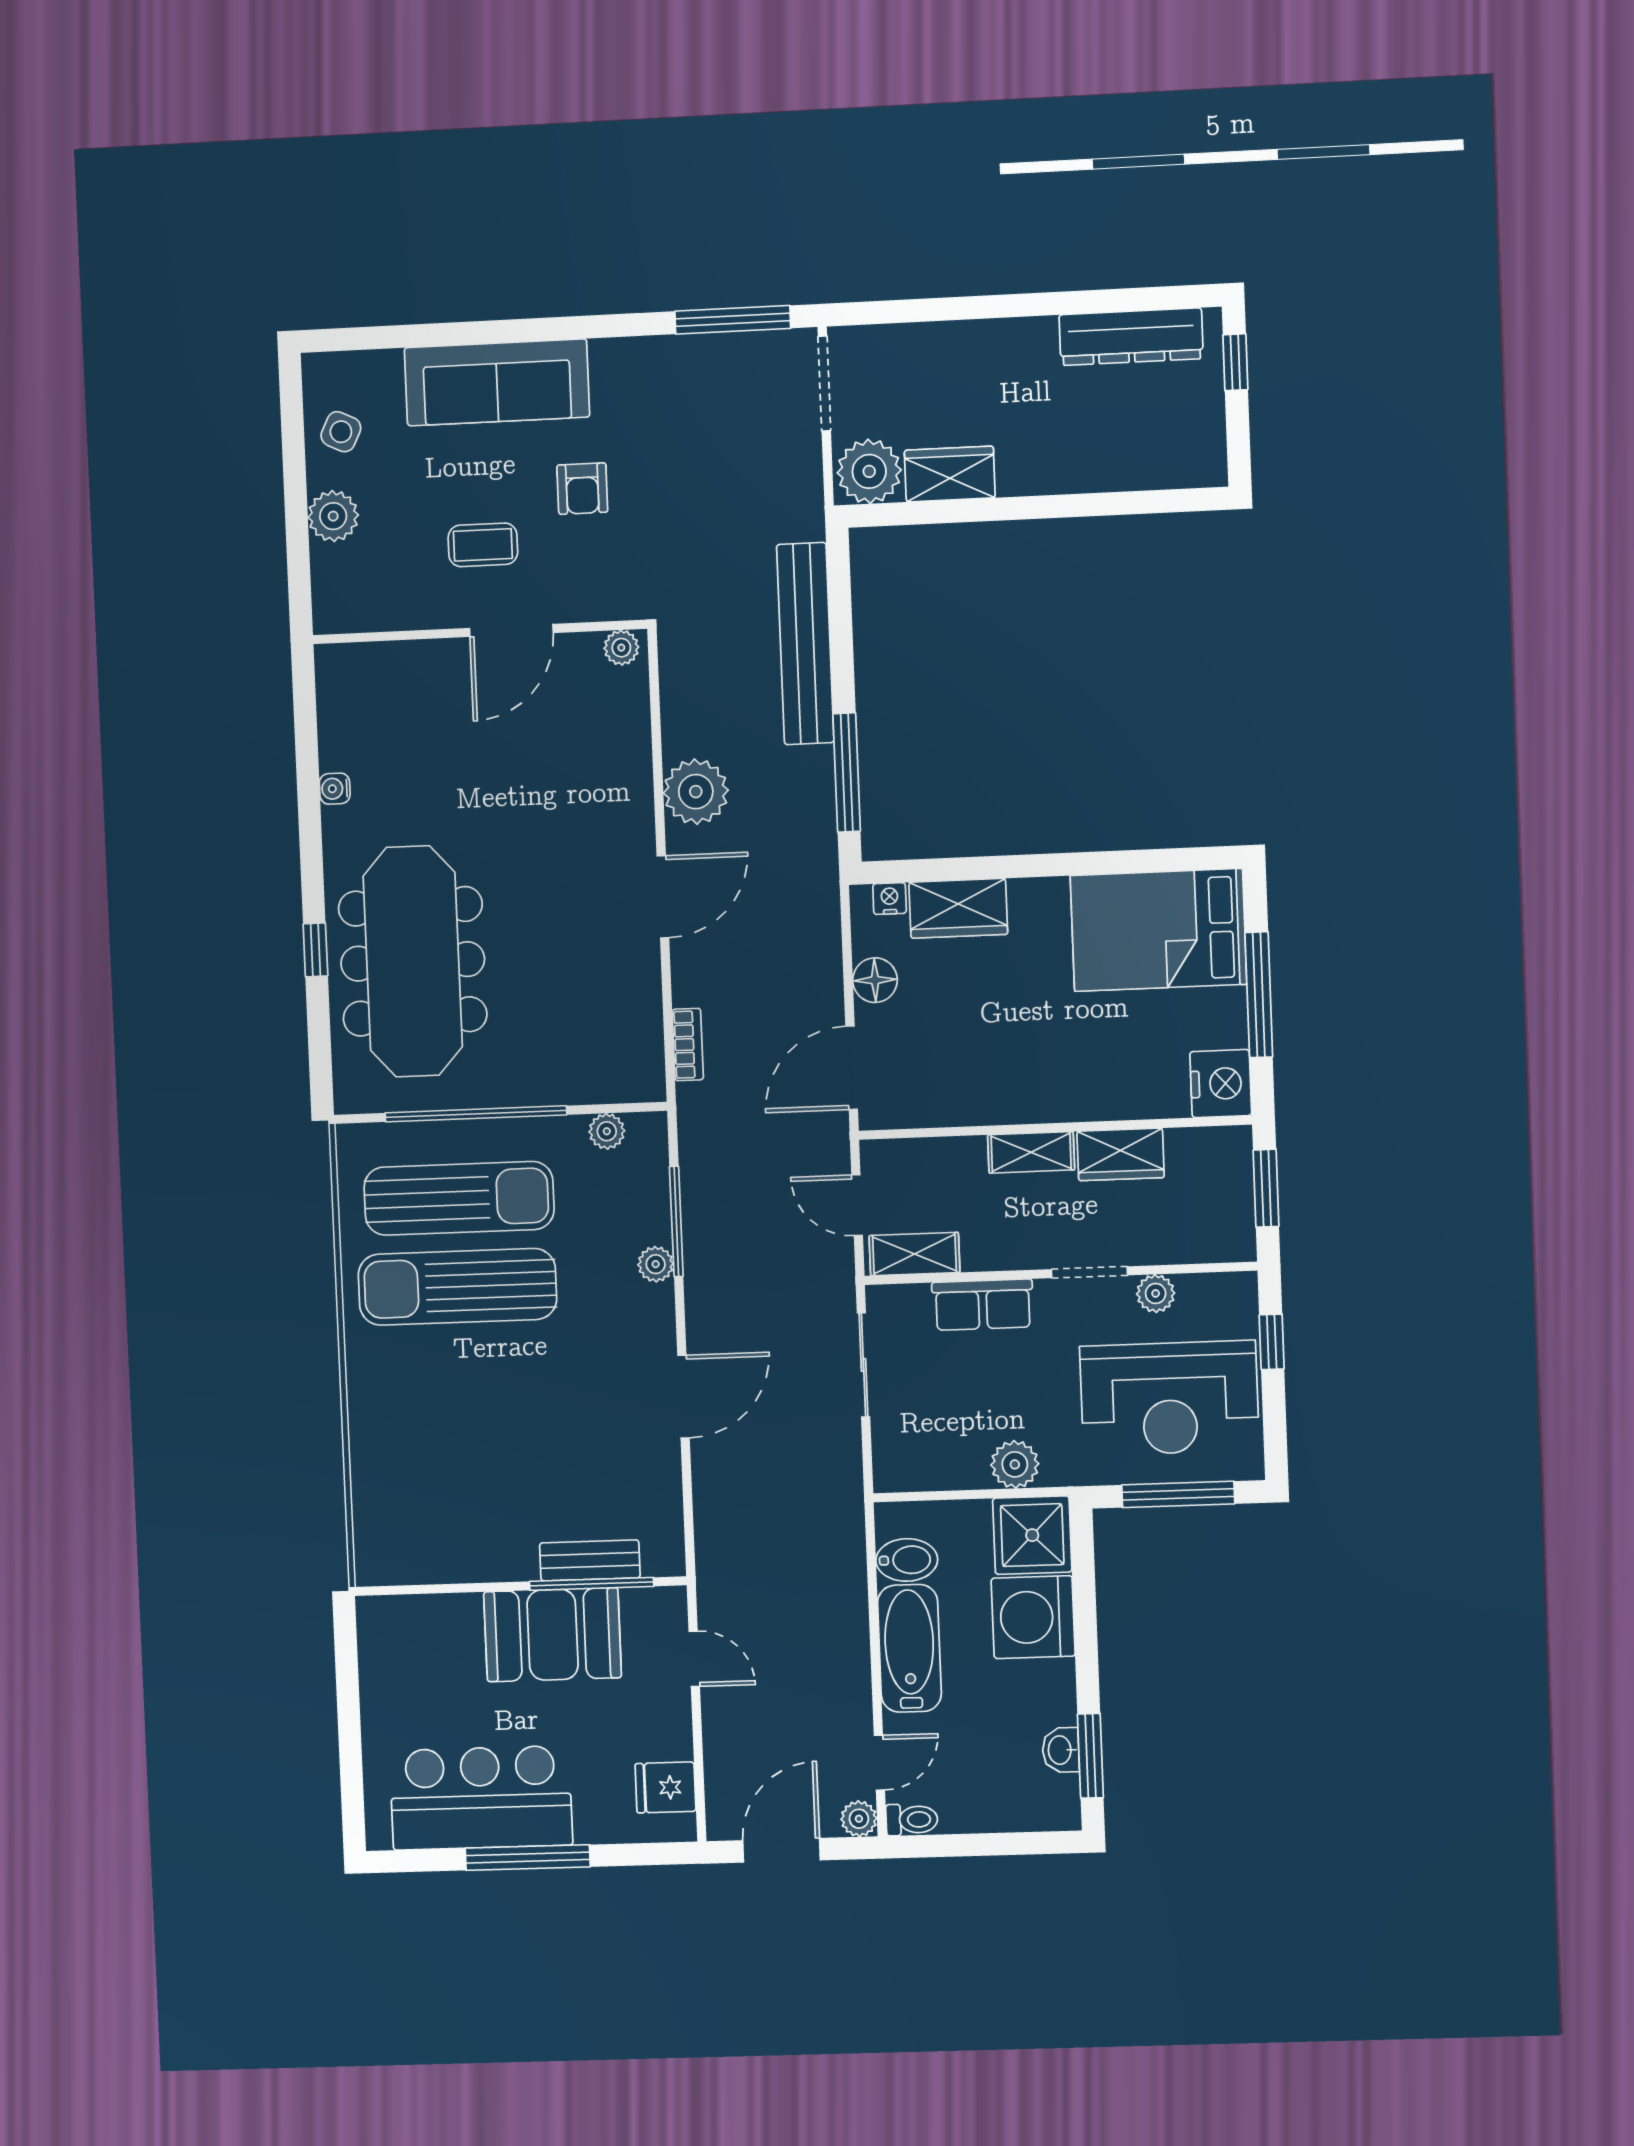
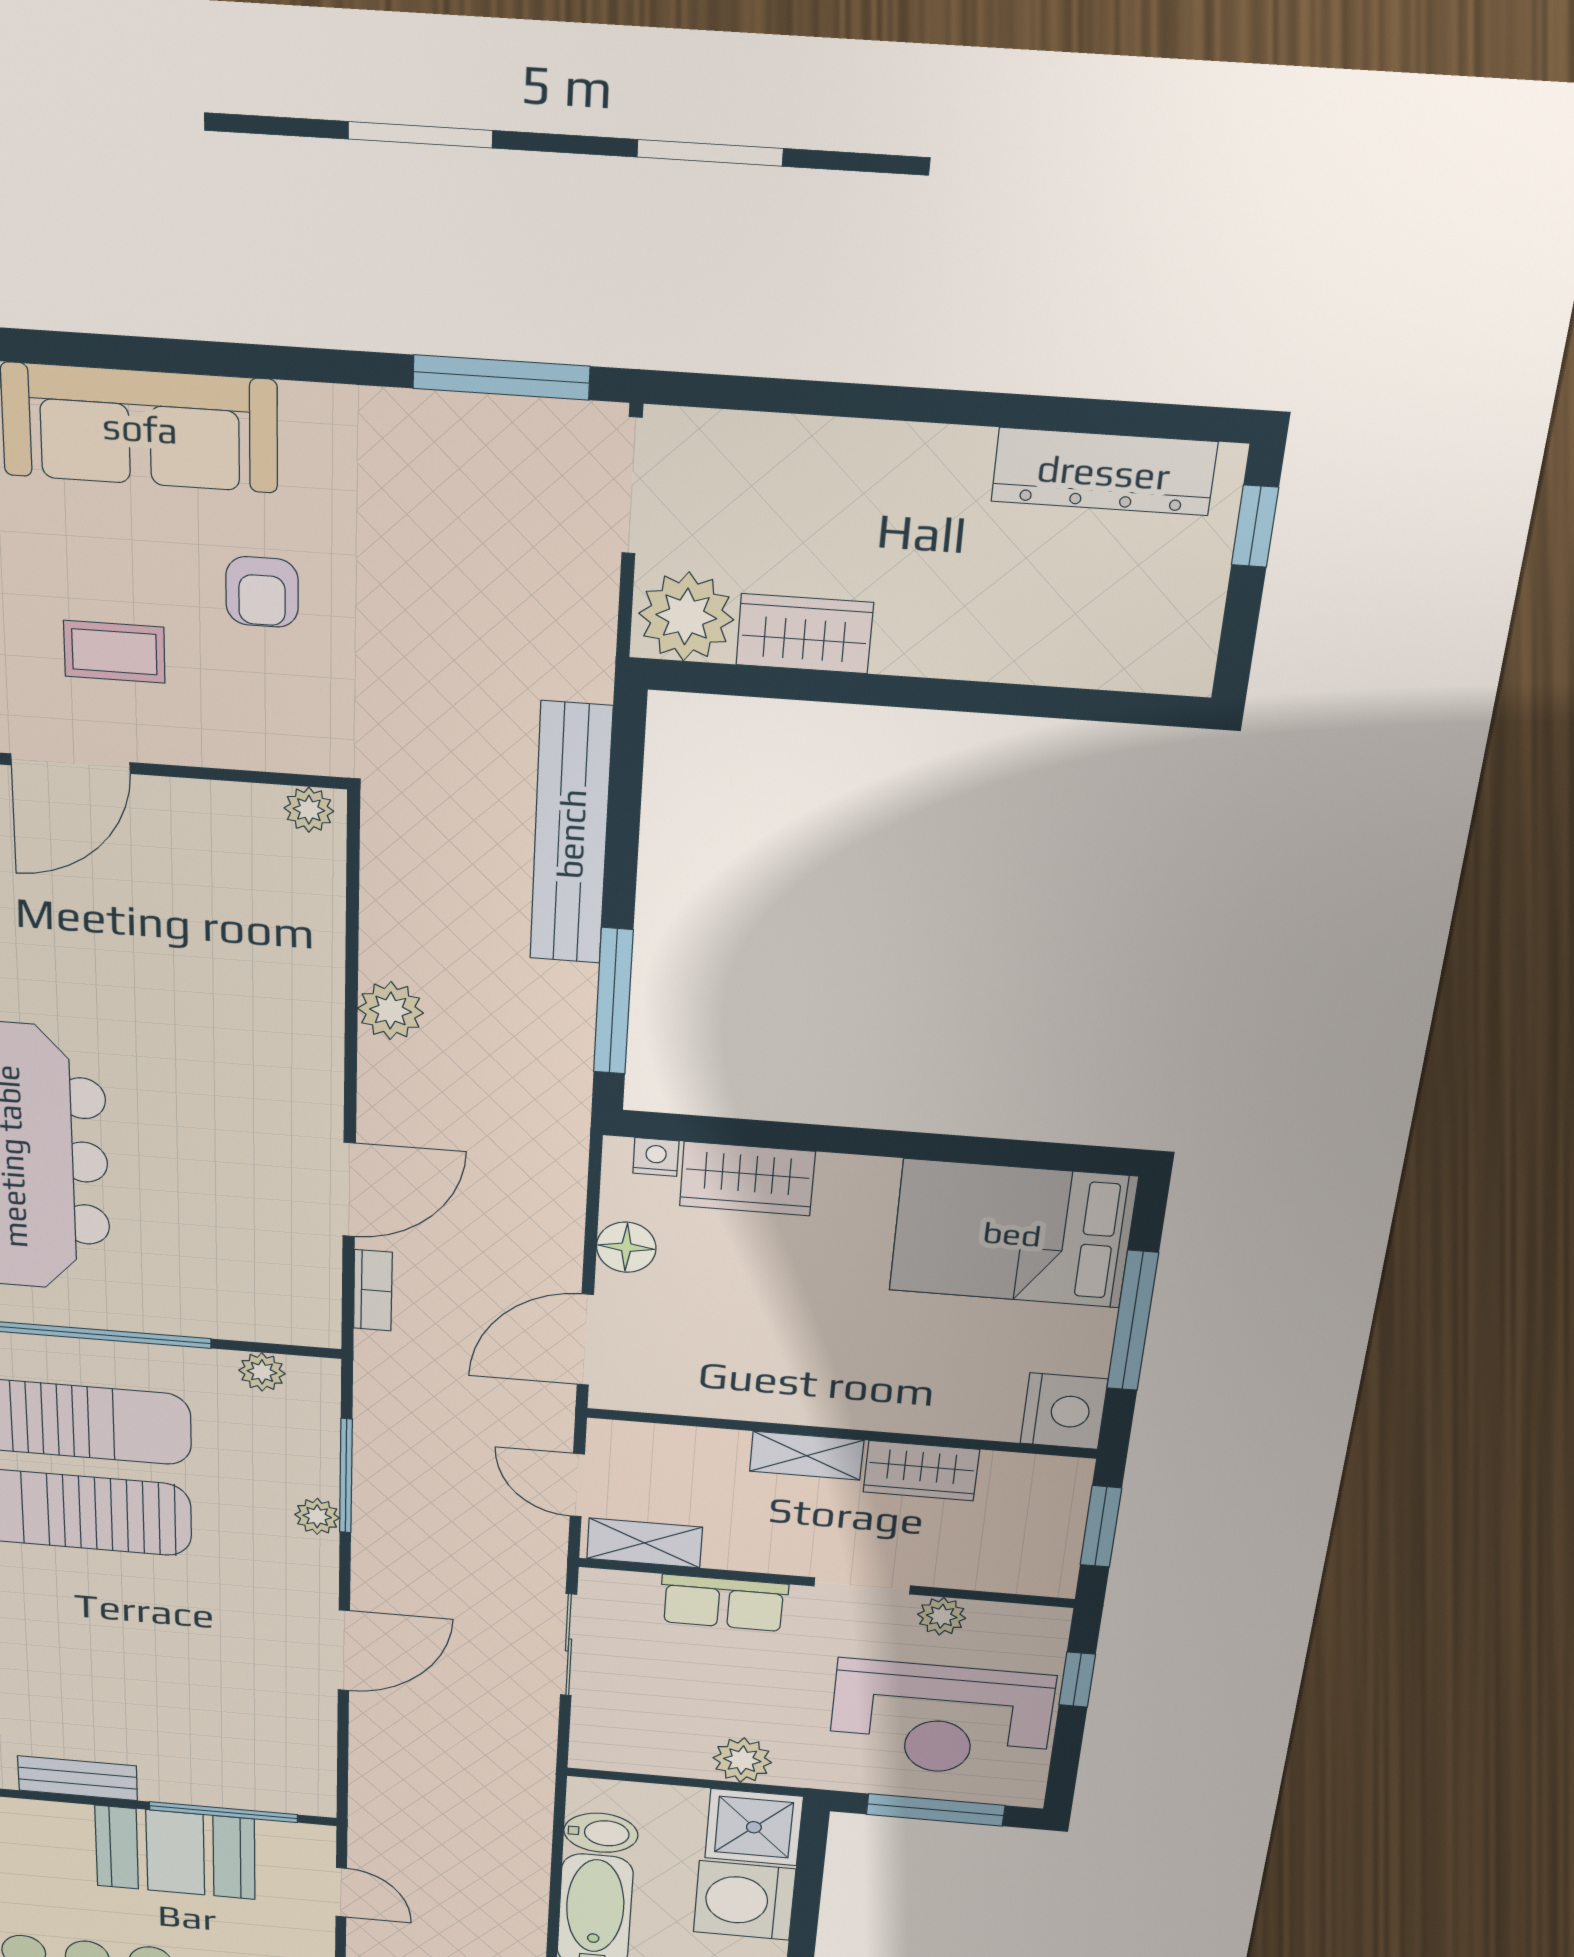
door: (511, 630) -> (71, 764), moved
plant: (696, 792) -> (391, 1011), width x0.73, depth x0.73
door: (663, 897) -> (349, 1190), moved
bench: (590, 1560) -> (78, 1778), moved

